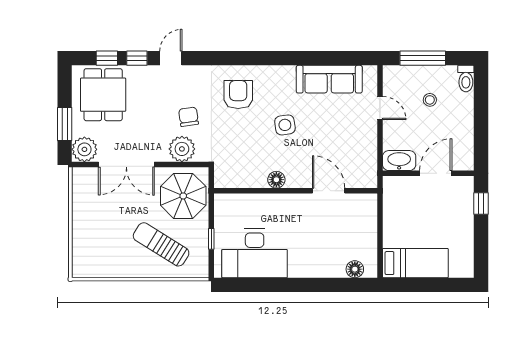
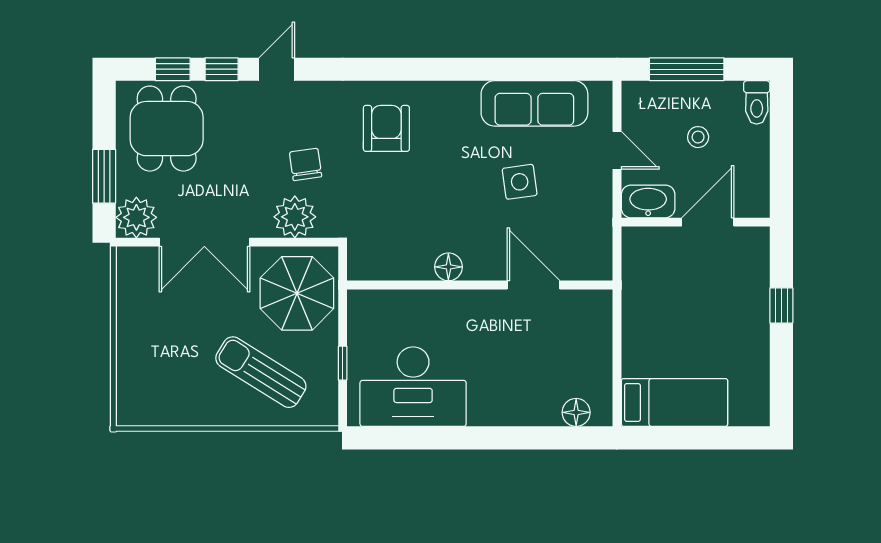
side table: (285, 125) -> (520, 182), moved
washbasin: (399, 161) -> (648, 201), moved
wall: (428, 173) -> (696, 222), moved
door: (436, 173) -> (708, 222), moved

